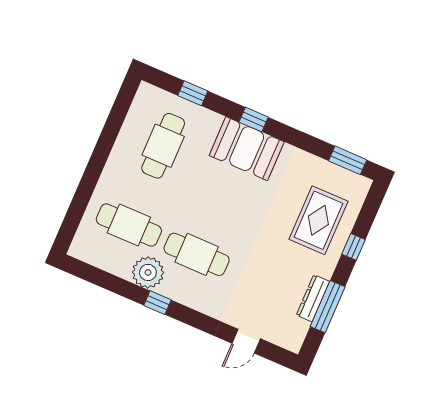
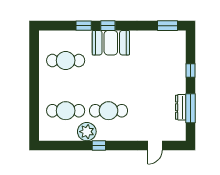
window: (193, 93) -> (84, 26), moved
cafe table: (163, 146) -> (66, 60), turned 90
rug: (318, 220) -> (166, 64), removed

